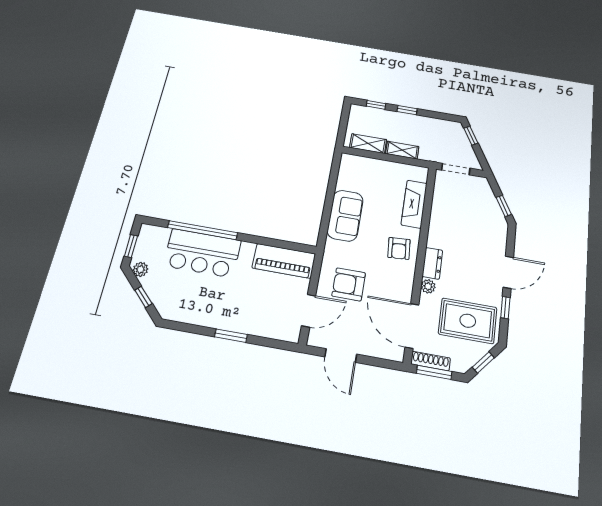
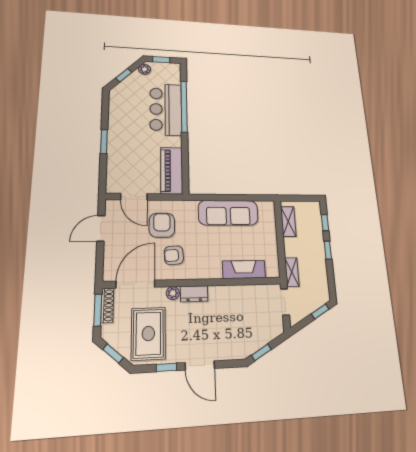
shelving: (402, 150) -> (292, 272), moved
sofa: (345, 216) -> (228, 213), width x1.36
armchair: (399, 248) -> (174, 255), moved

